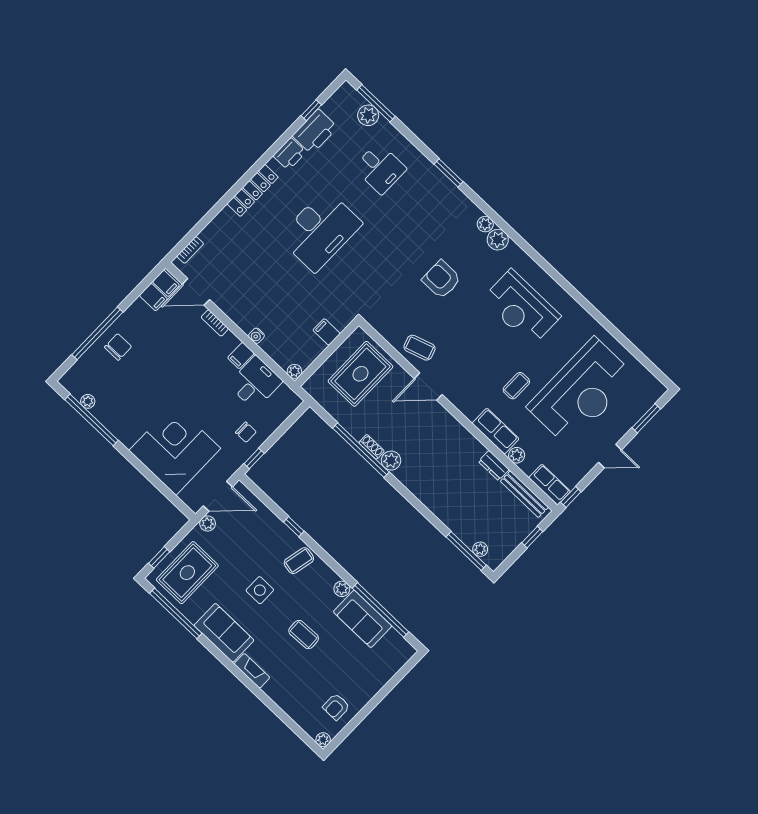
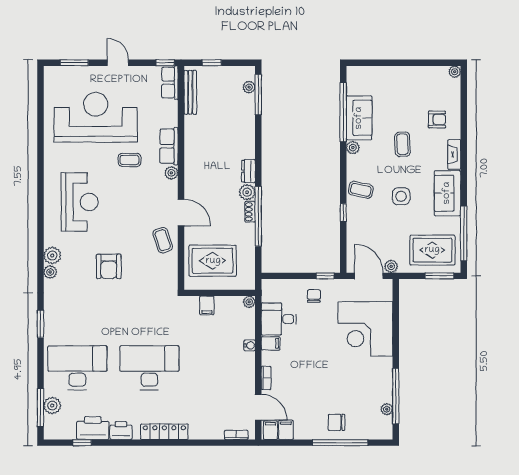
desk: (380, 168) -> (77, 368), width x1.87, depth x1.30
plant: (517, 455) -> (171, 173), moved
dresser: (494, 466) -> (249, 171), moved, turned 180
window: (159, 557) -> (440, 276), width x1.50
armchair: (336, 707) -> (437, 120), moved

